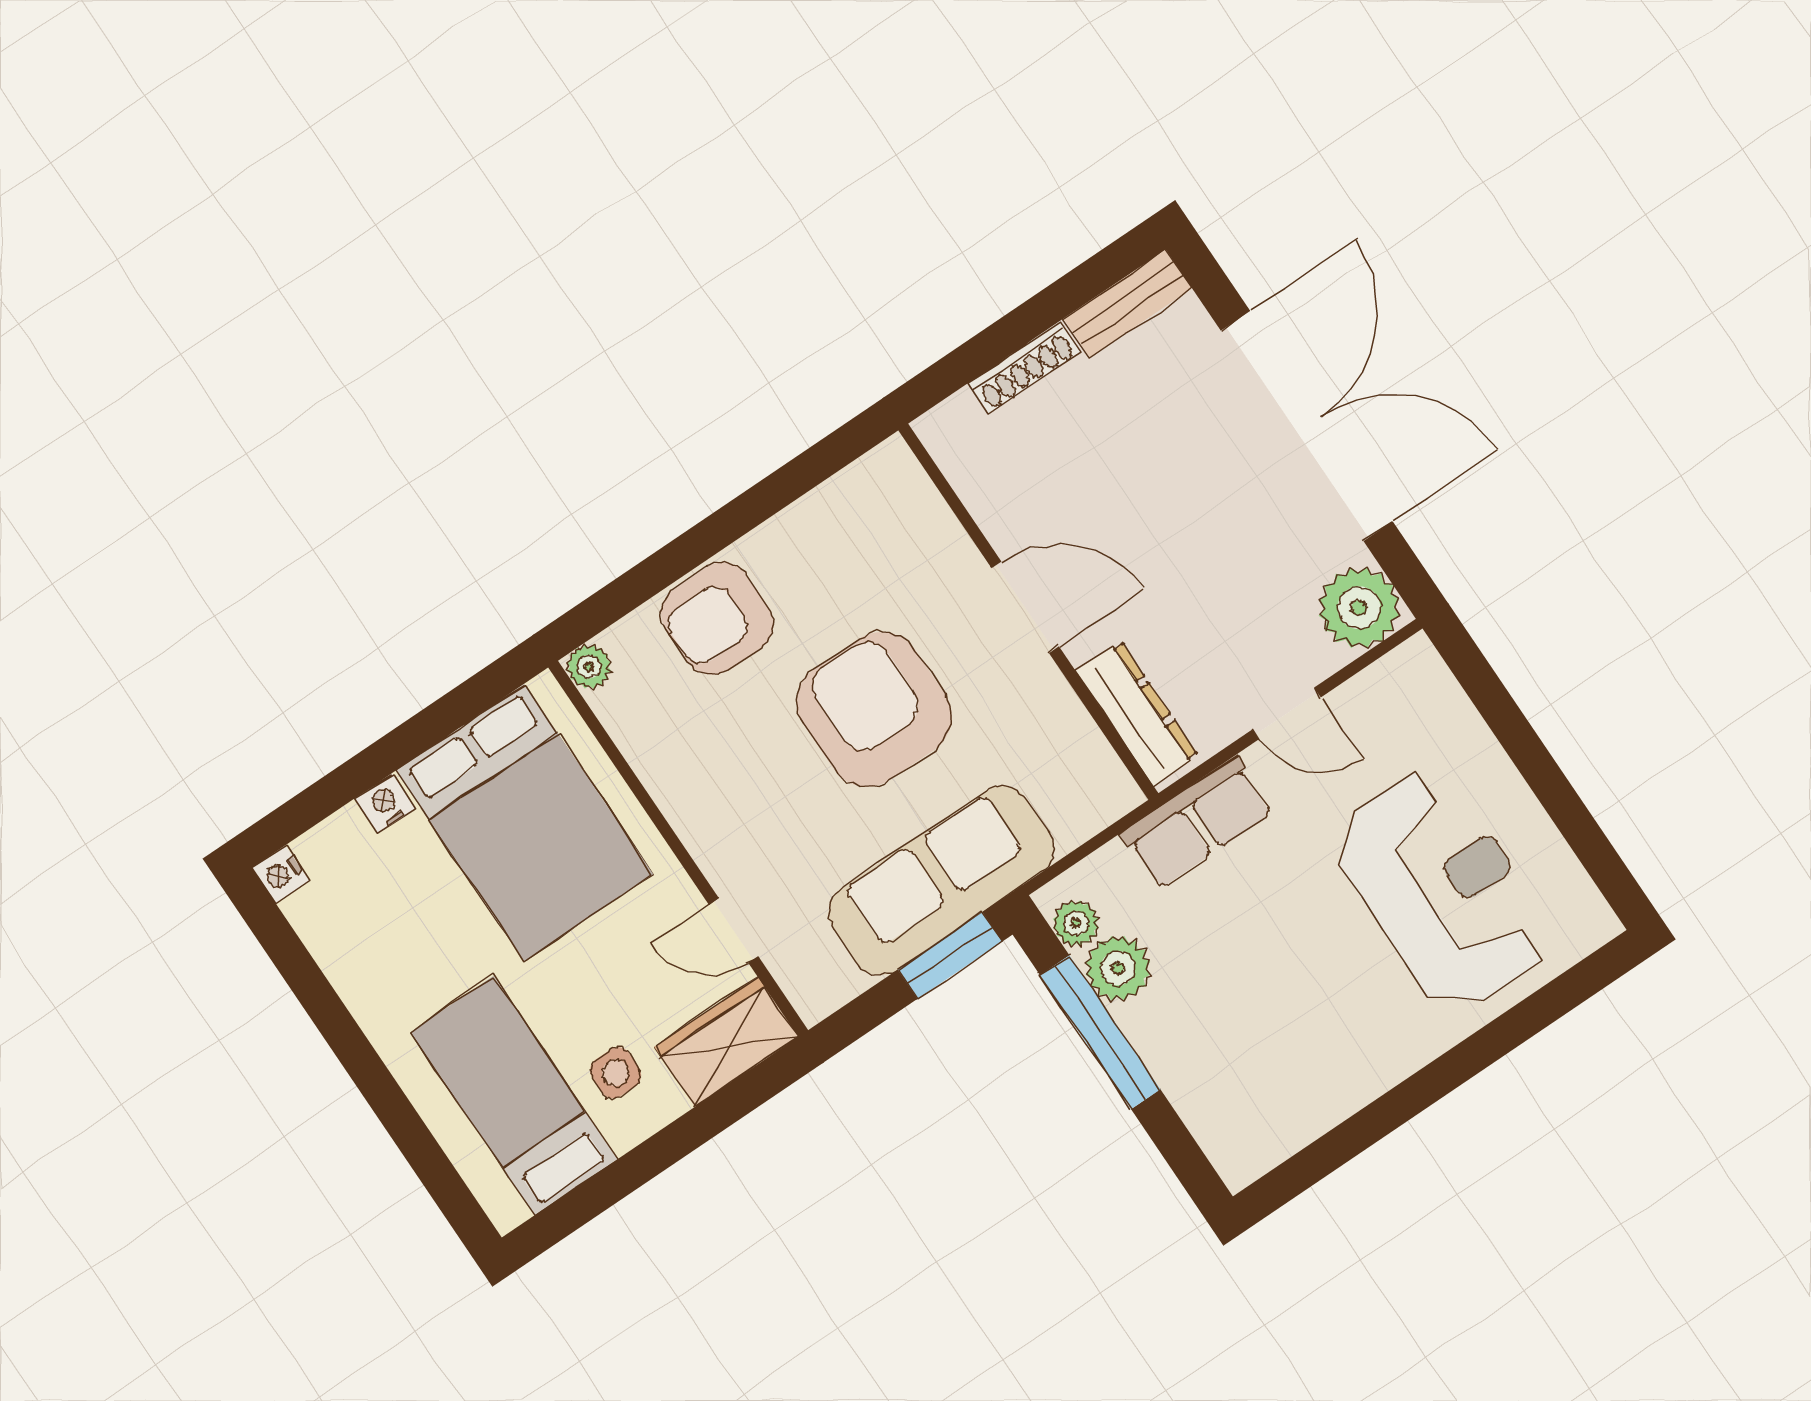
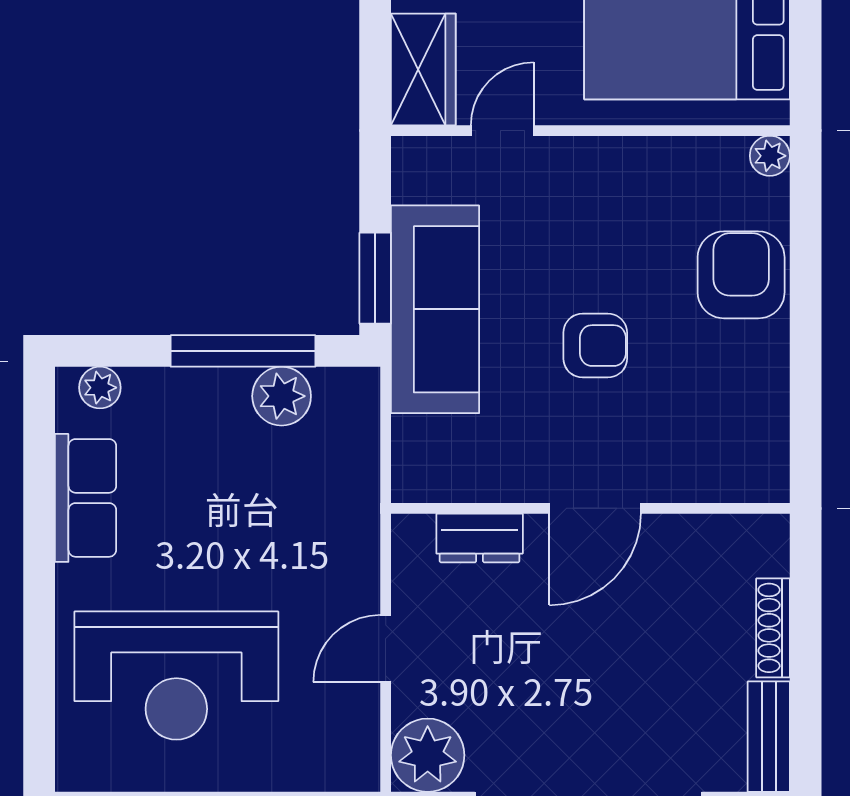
armchair: (874, 709) -> (595, 346), width x0.53, depth x0.53
dresser: (1137, 713) -> (480, 538), width x0.70
row of seats: (1197, 822) -> (86, 498), moved, turned 180
plant: (1076, 923) -> (100, 388), moved

